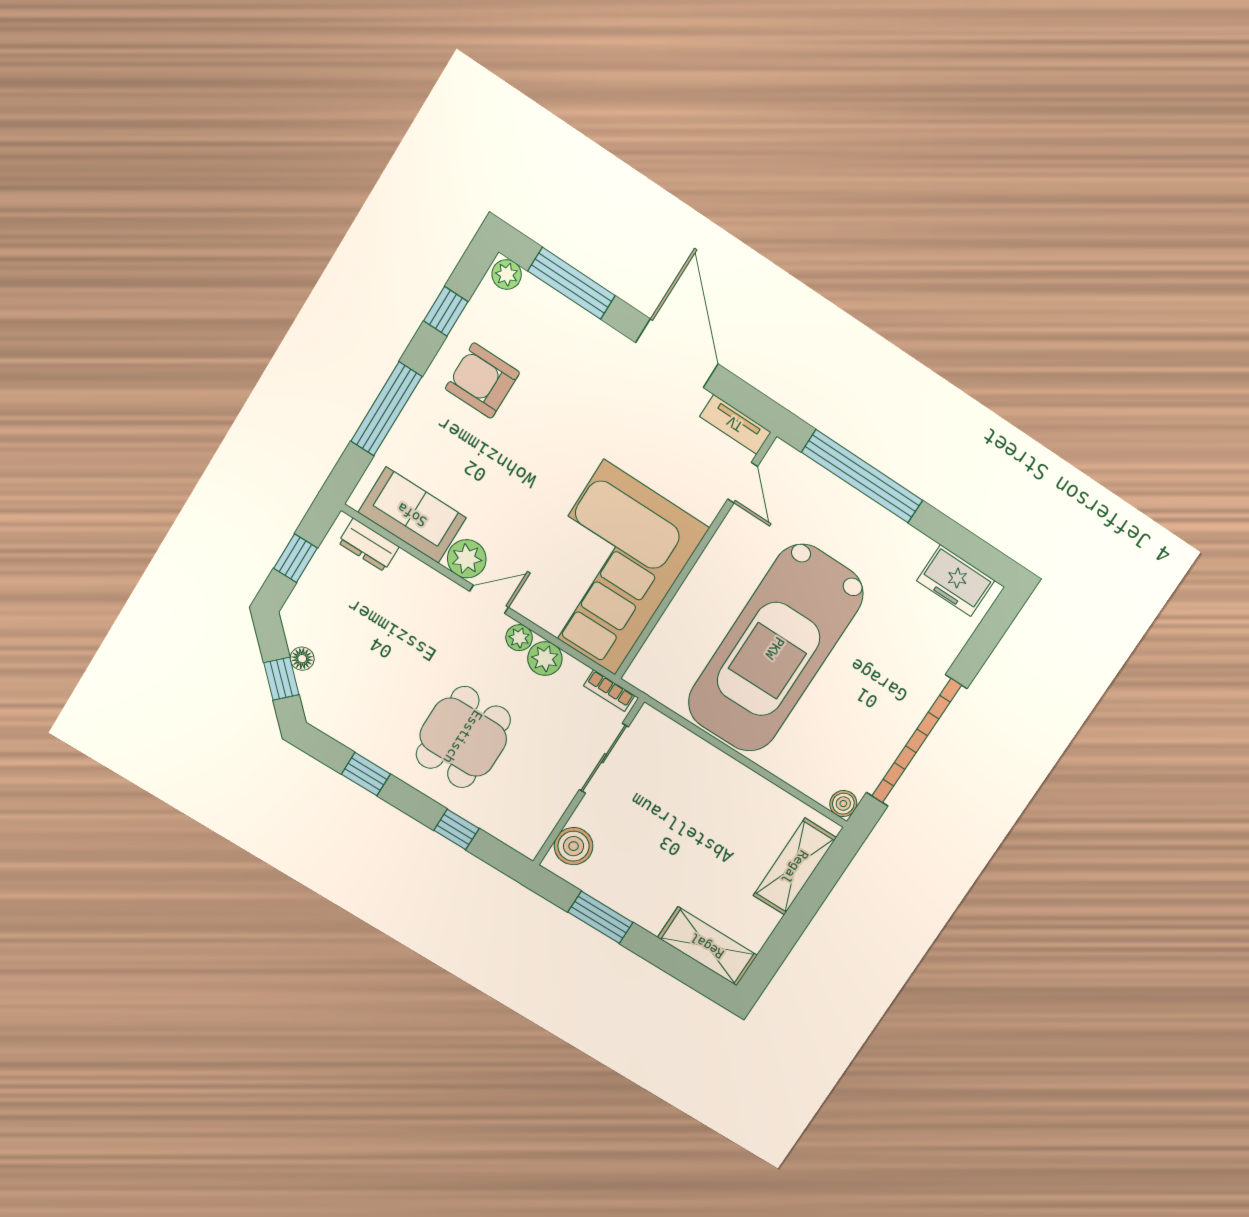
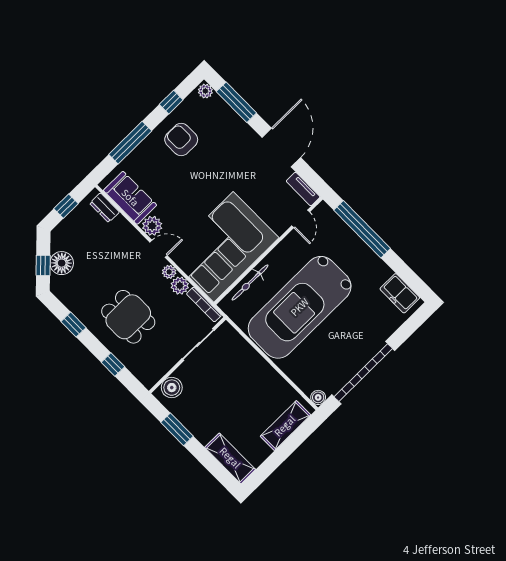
bicycle: (674, 623) -> (250, 282), added
floor lamp: (302, 659) -> (62, 263), width x1.89, depth x1.89
bookcase: (609, 691) -> (204, 305), width x1.56
dining table: (463, 737) -> (128, 317), turned 90

